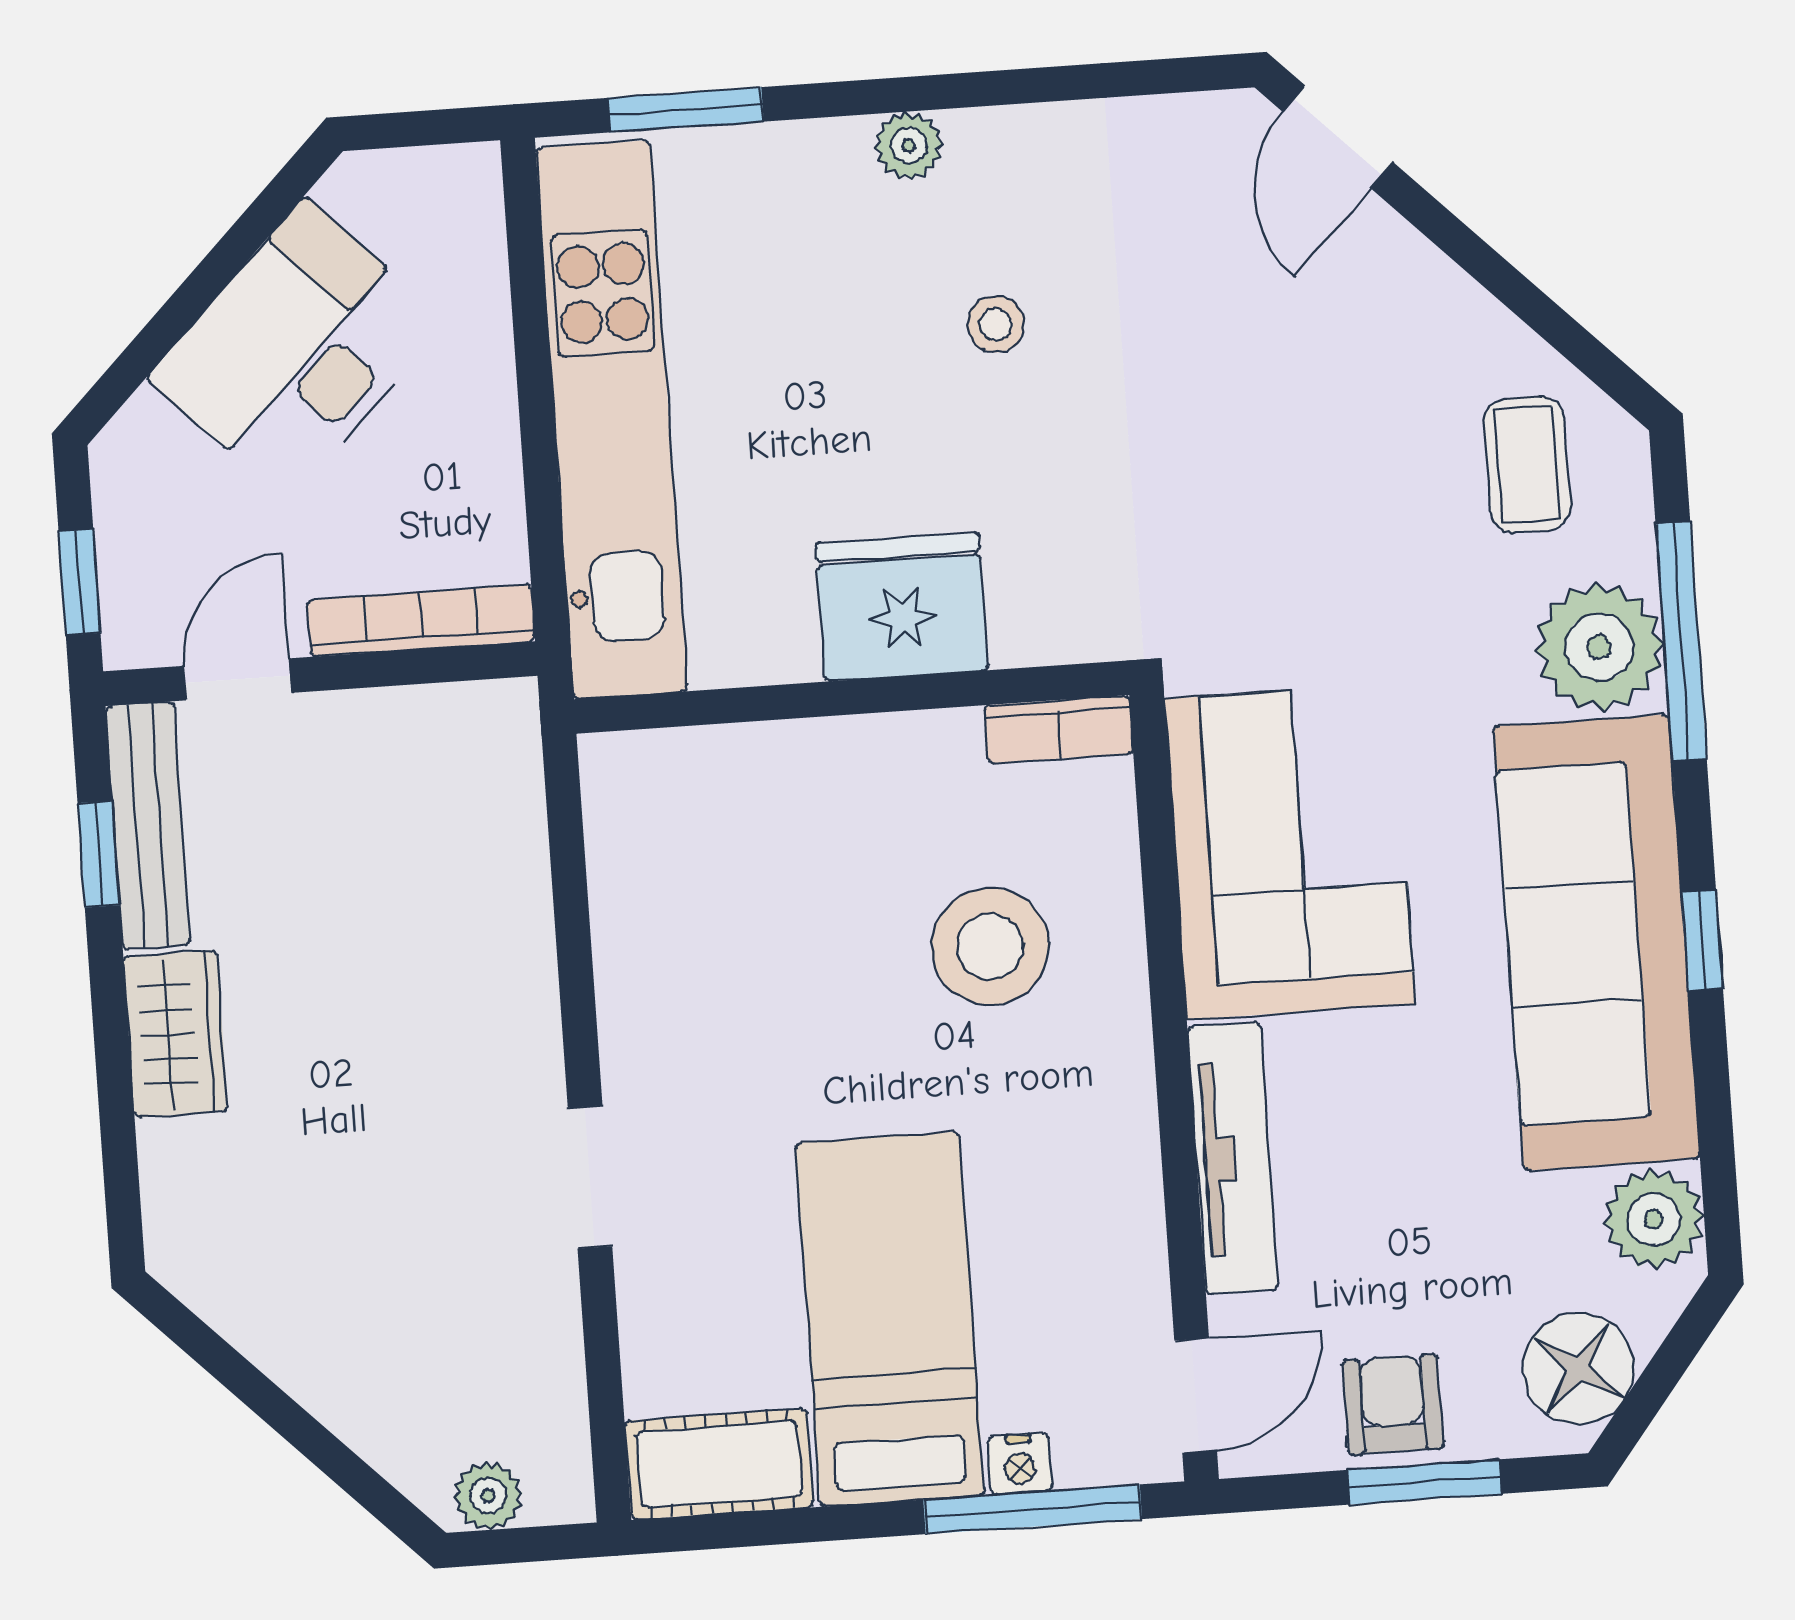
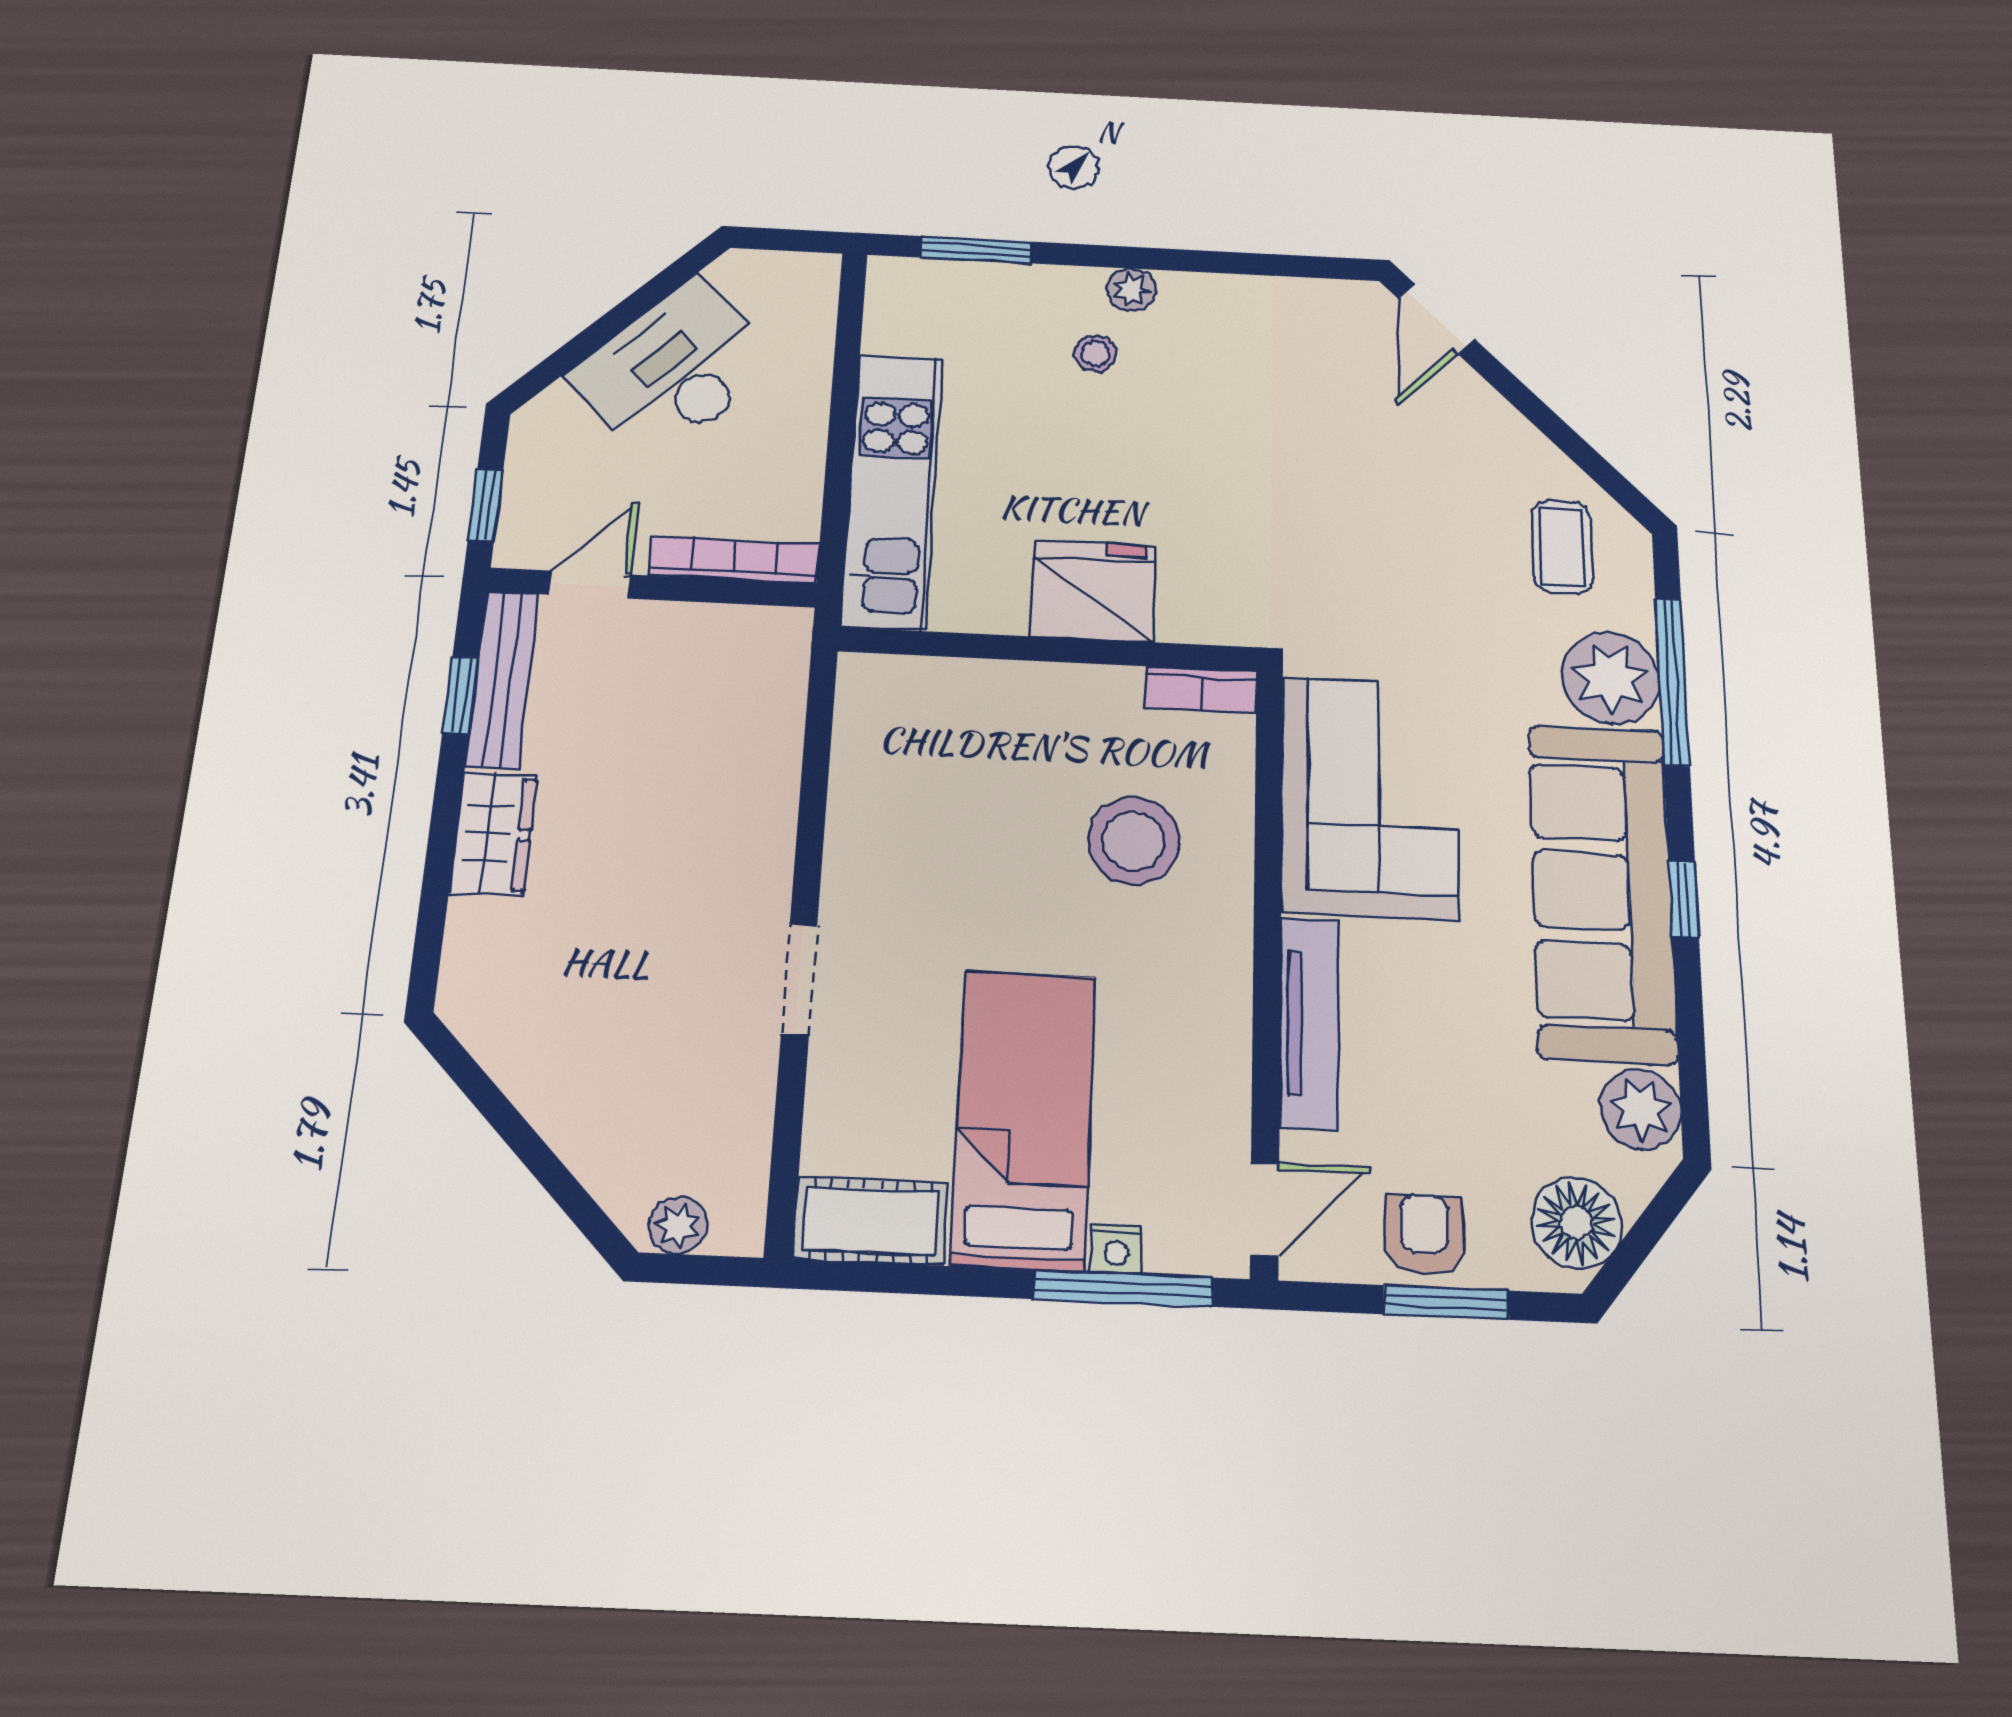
stool: (996, 324) -> (1095, 354), moved
kitchen unit: (612, 420) -> (892, 490), width x0.73

